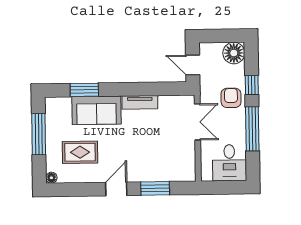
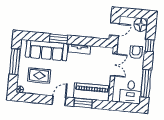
door: (193, 65) -> (114, 29), swing flipped
window: (84, 90) -> (58, 39), moved
sofa: (97, 110) -> (47, 50), width x1.36
window: (252, 129) -> (146, 83), moved
piano: (167, 169) -> (92, 92), added

